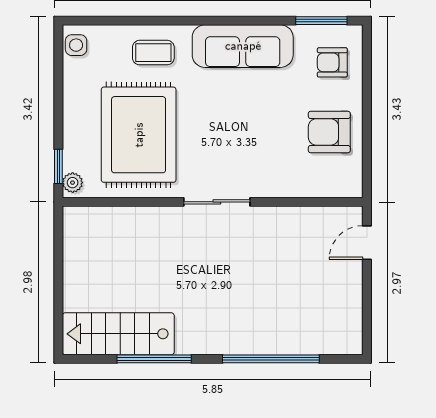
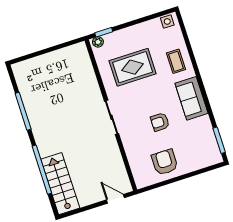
sofa: (243, 46) -> (191, 98), width x0.73
armchair: (332, 62) -> (160, 122), moved, turned -90
rug: (139, 135) -> (133, 67), width x0.73, depth x0.69
stairs: (118, 334) -> (60, 184), moved

